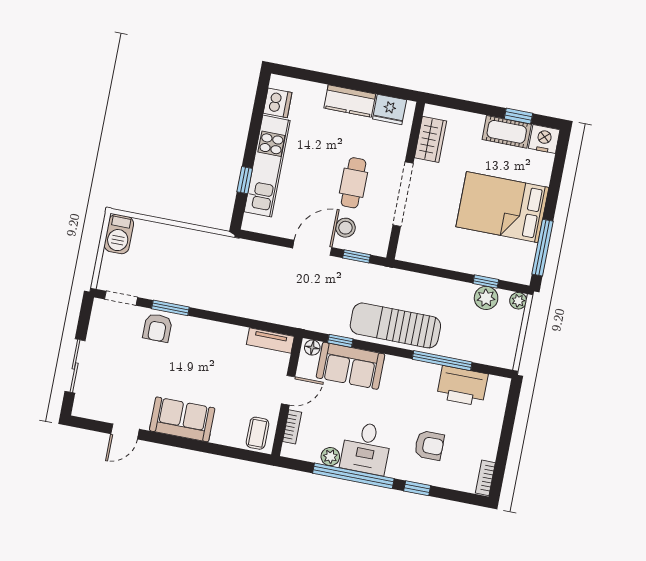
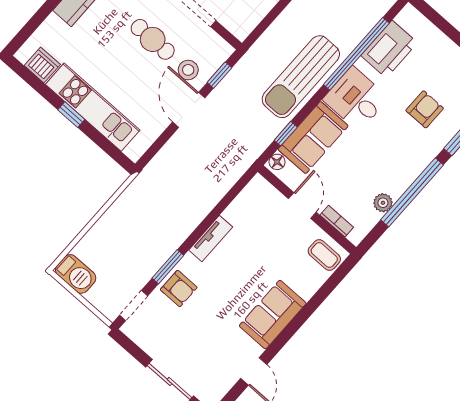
window: (245, 180) -> (71, 115), moved
tv unit: (270, 340) -> (211, 238), moved
window: (442, 361) -> (356, 54), width x1.46
desk: (366, 448) -> (356, 99), moved, turned 180

